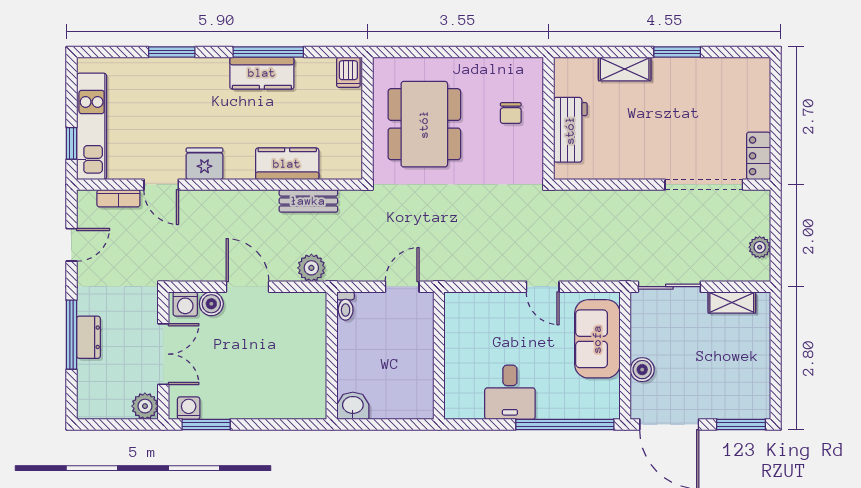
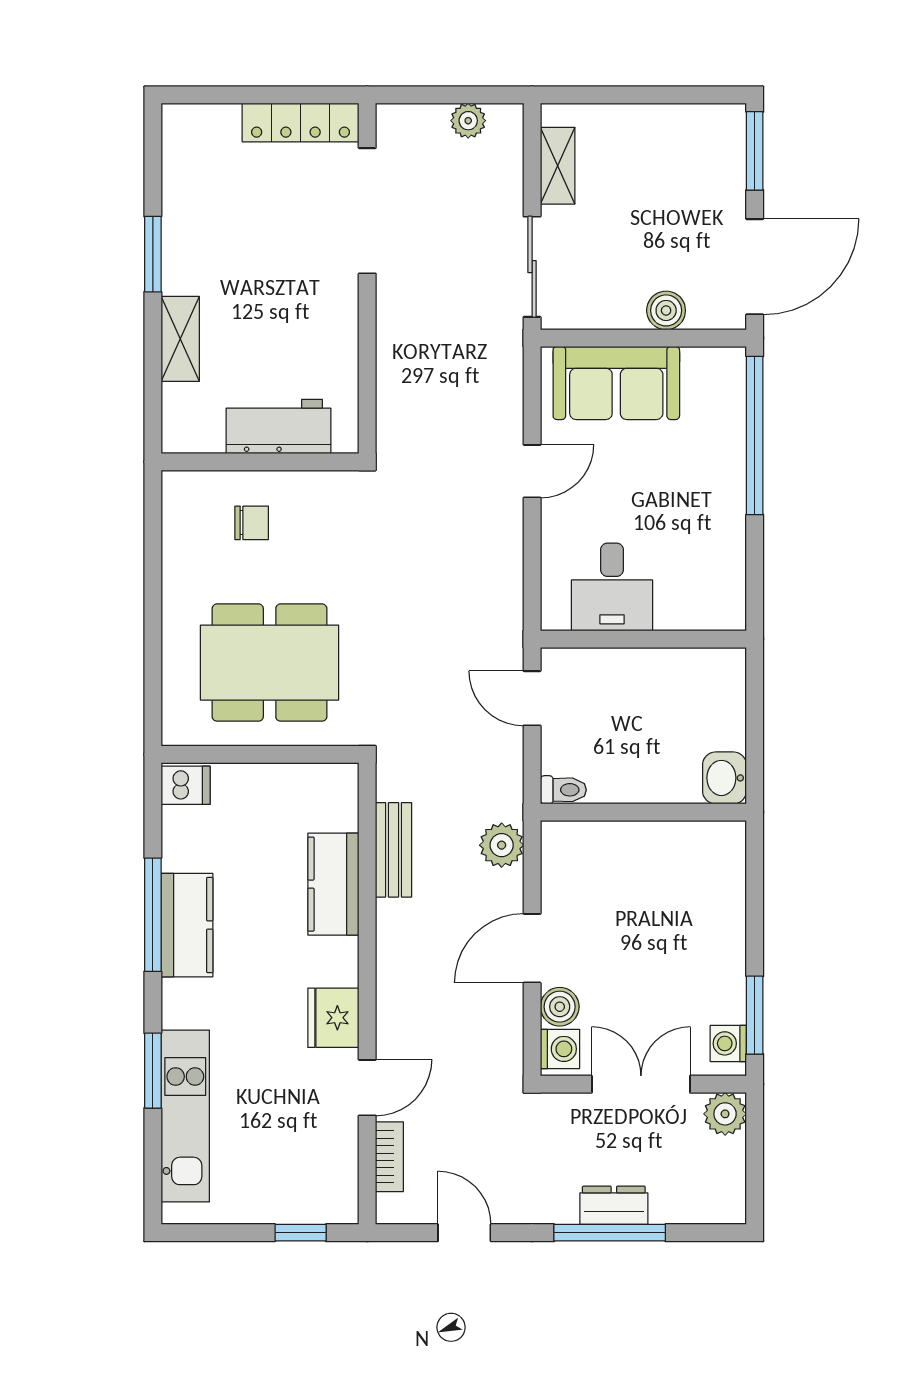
kitchen unit: (92, 126) -> (185, 1116), moved, turned 90
locker: (759, 156) -> (300, 122), width x1.53
desk: (510, 392) -> (612, 587), moved, turned 90

